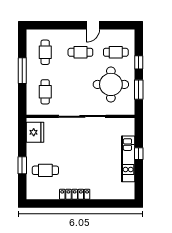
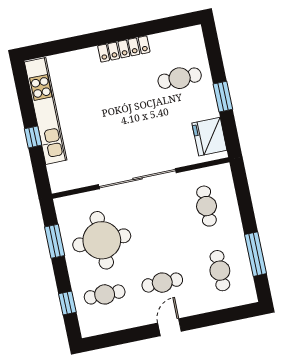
door: (93, 25) -> (170, 327), moved
window: (139, 62) -> (67, 303), moved
window: (22, 71) -> (255, 254), moved
kitchen unit: (128, 159) -> (46, 111), width x1.36
window: (22, 165) -> (223, 97), moved

